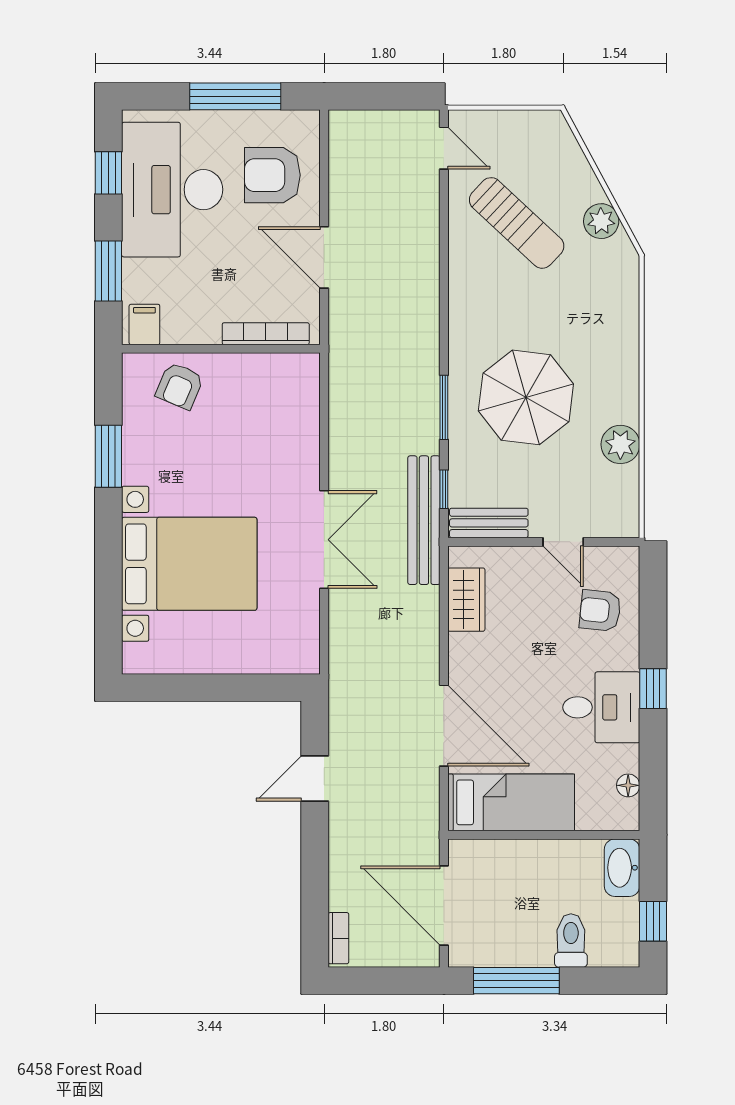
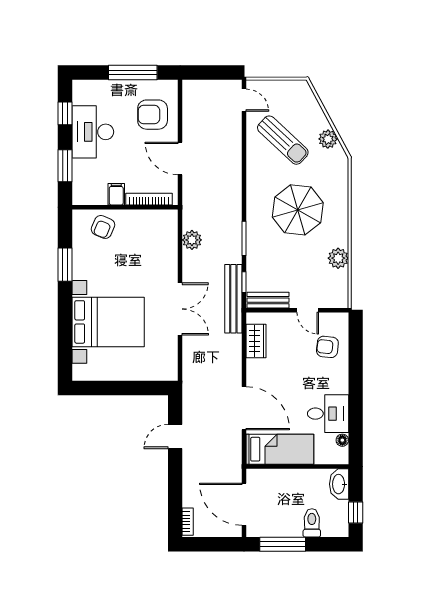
desk: (172, 190) -> (93, 132), width x0.73, depth x0.77
filing cabinet: (144, 324) -> (116, 194), moved
parasol: (526, 397) -> (298, 210), moved
plant: (346, 410) -> (192, 240), added
window: (653, 689) -> (356, 389), removed
desk: (601, 707) -> (328, 414), moved

